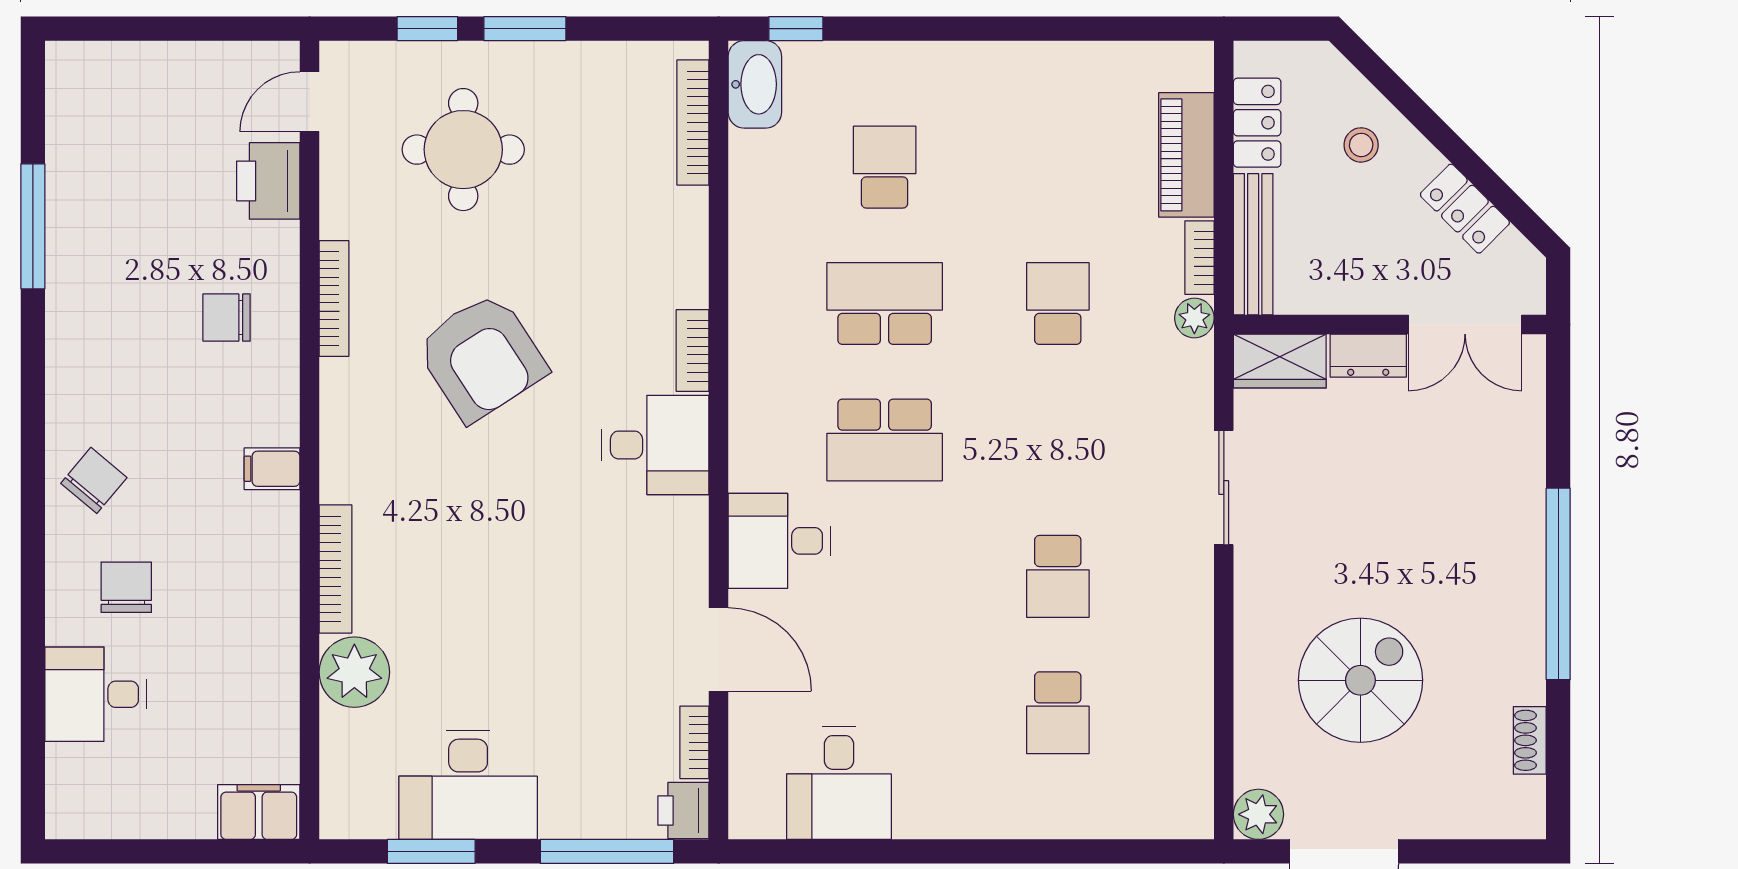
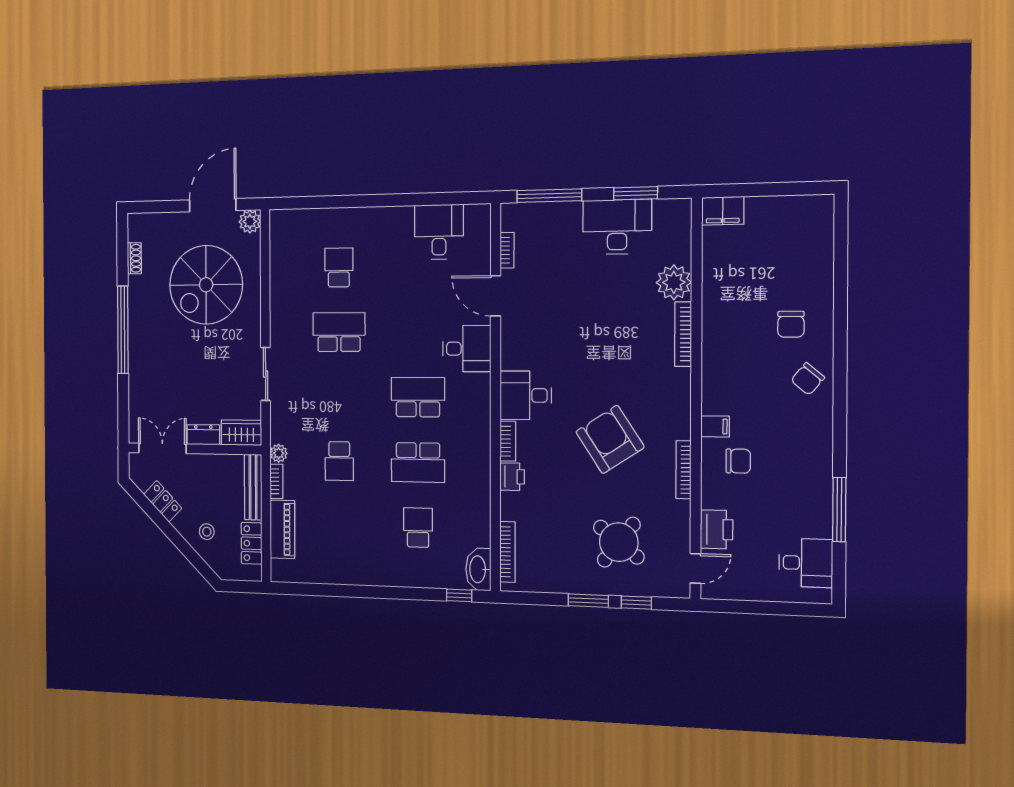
round table: (463, 150) -> (619, 542), turned 38
school desk: (885, 167) -> (418, 528), turned 180
filing cabinet: (272, 469) -> (715, 426), moved
school desk: (1058, 576) -> (339, 332), width x1.85
spiral stairs: (1360, 680) -> (206, 285), width x1.37, depth x1.37
desk: (96, 694) -> (806, 563), moved
printer: (683, 811) -> (512, 477), moved

